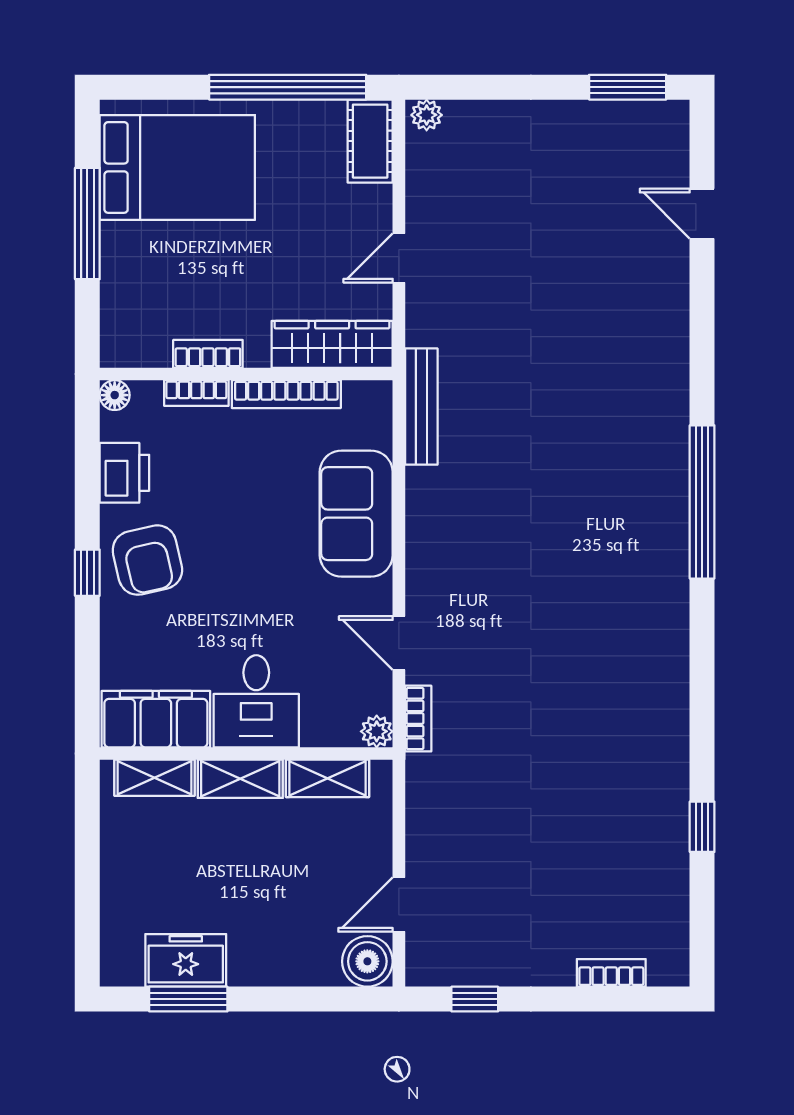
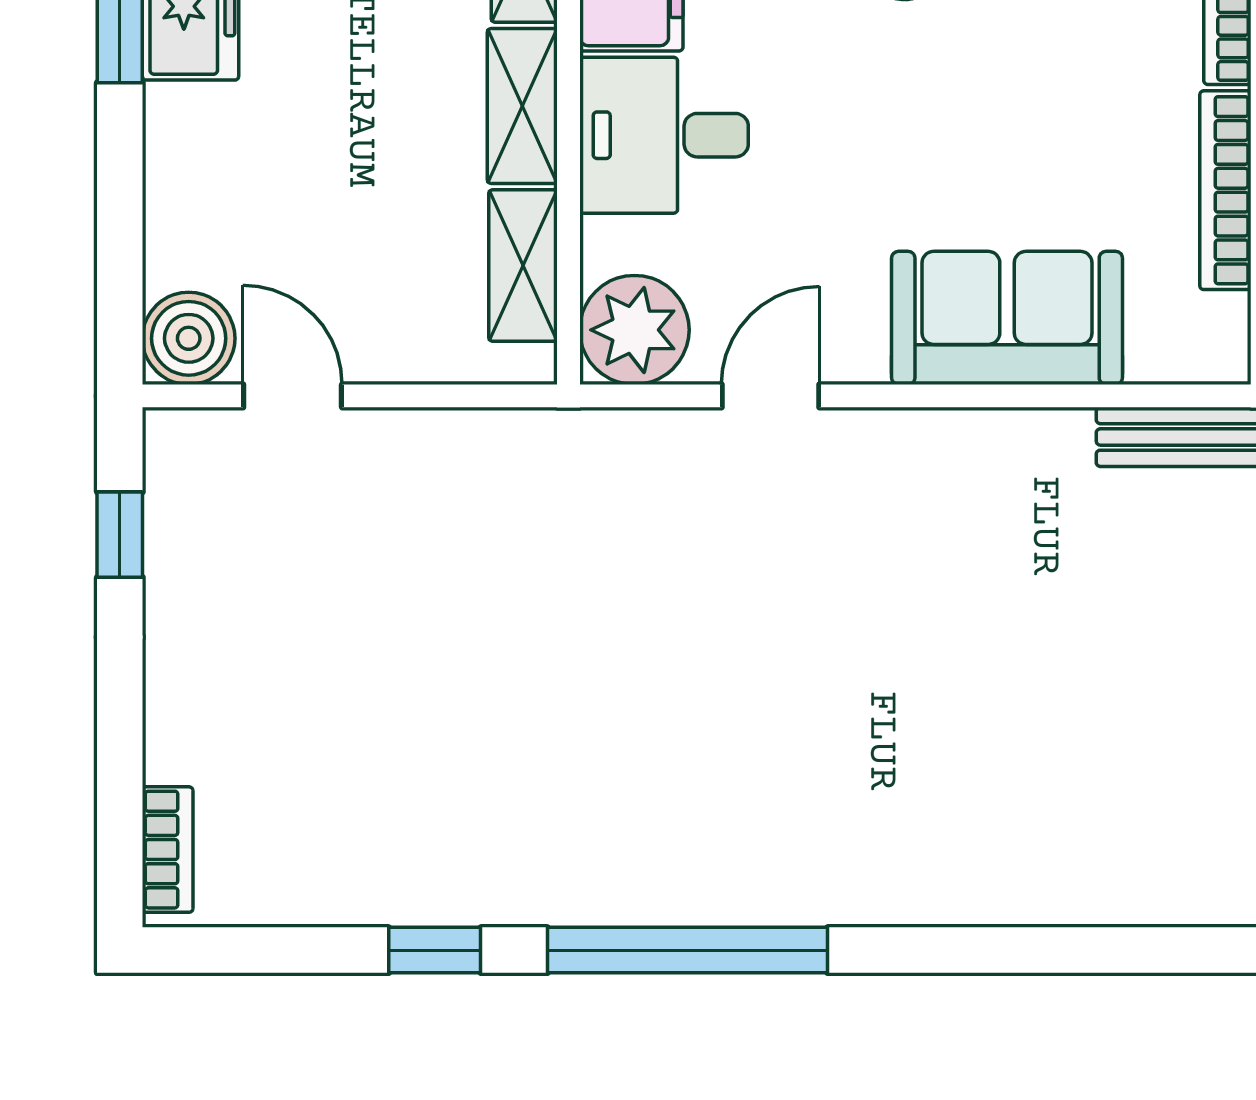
window: (702, 502) -> (687, 950), moved
bookcase: (418, 719) -> (632, 431), removed
plant: (377, 731) -> (634, 330), width x1.88, depth x1.88
bookcase: (611, 973) -> (168, 850), moved

